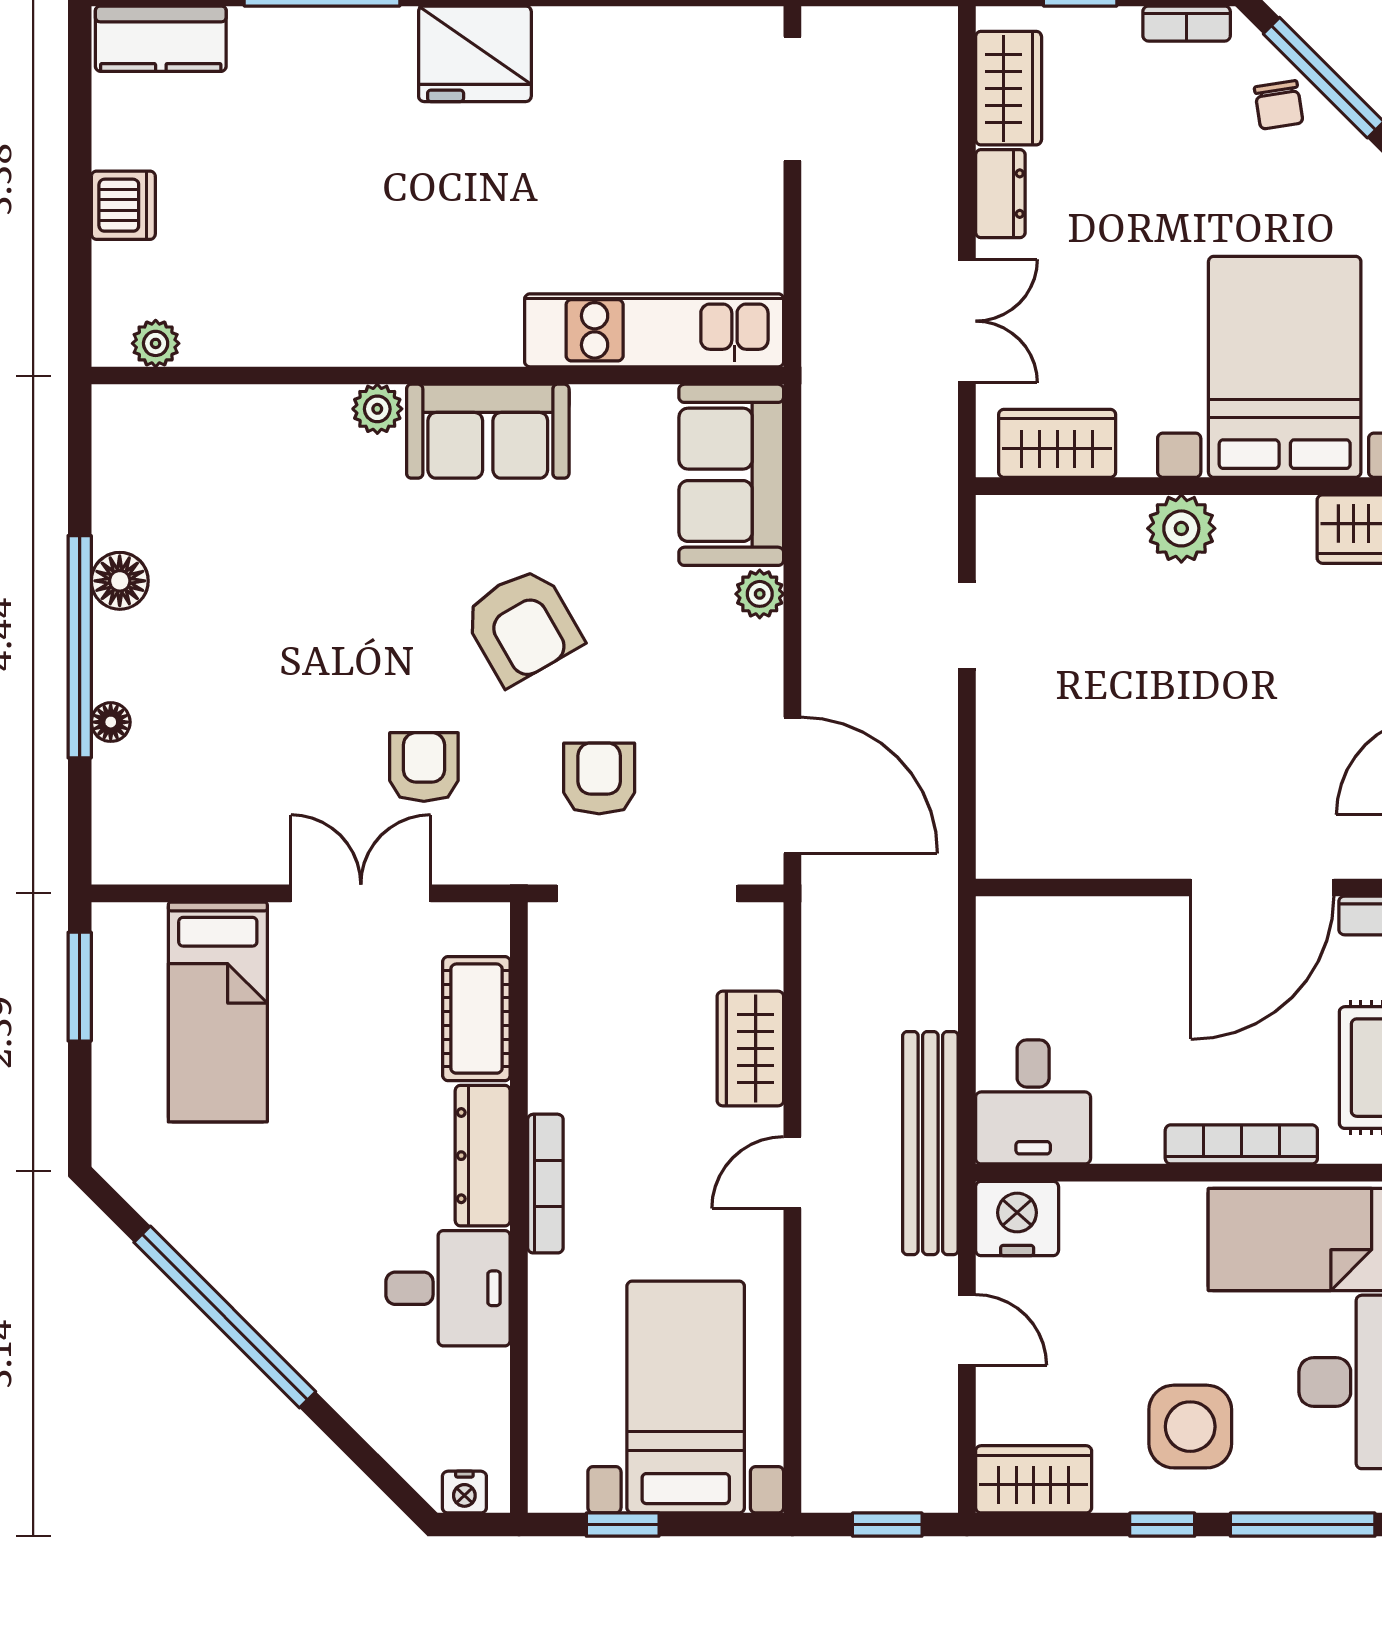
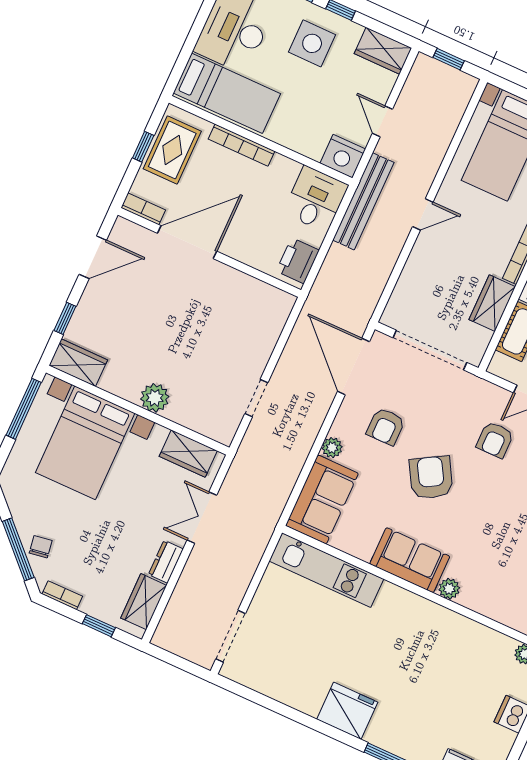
armchair: (599, 778) -> (386, 426), moved
printer: (1011, 955) -> (298, 261), added
wardrobe: (750, 1049) -> (492, 303), moved, turned 180

